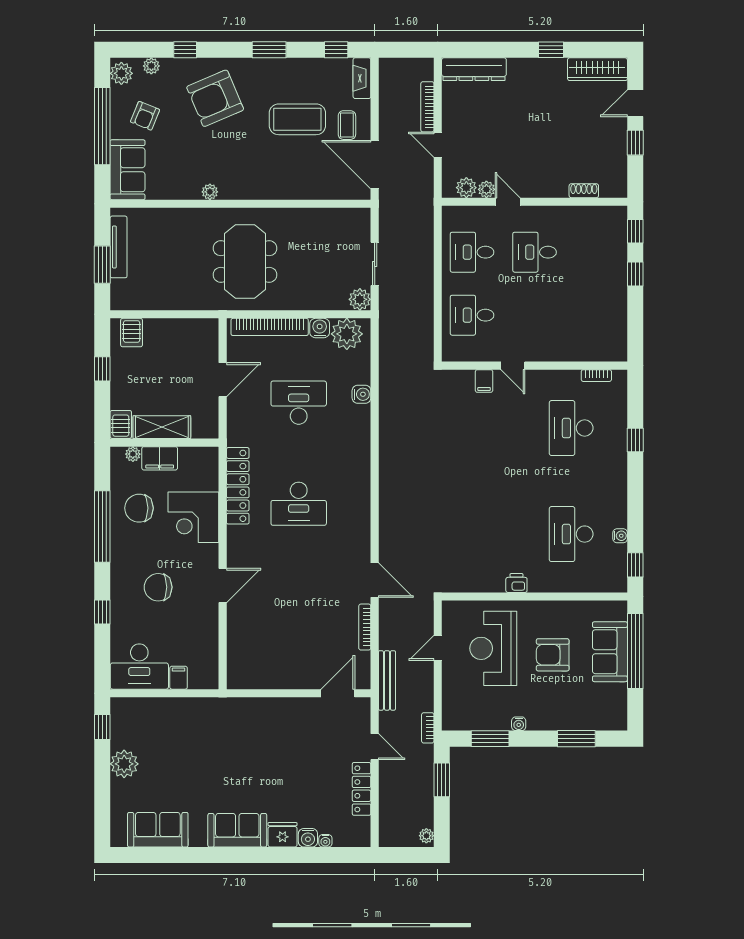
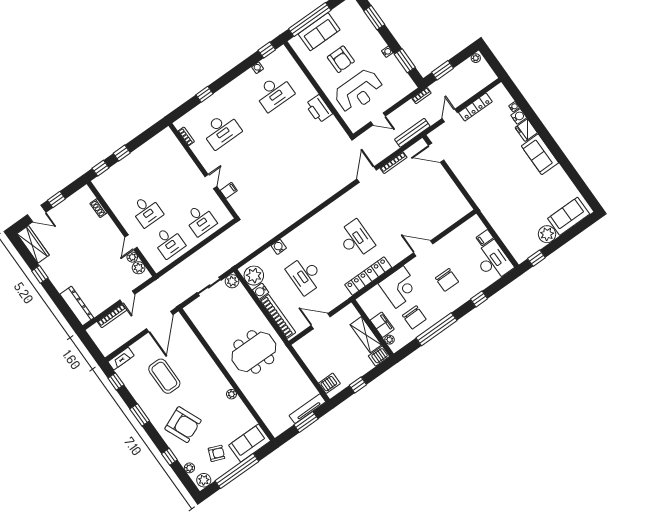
coffee table: (347, 125) -> (150, 349), removed
tv unit: (119, 247) -> (307, 409), moved
printer: (516, 583) -> (319, 109), width x1.87, depth x1.48
sofa: (158, 830) -> (569, 216), moved, turned 90

